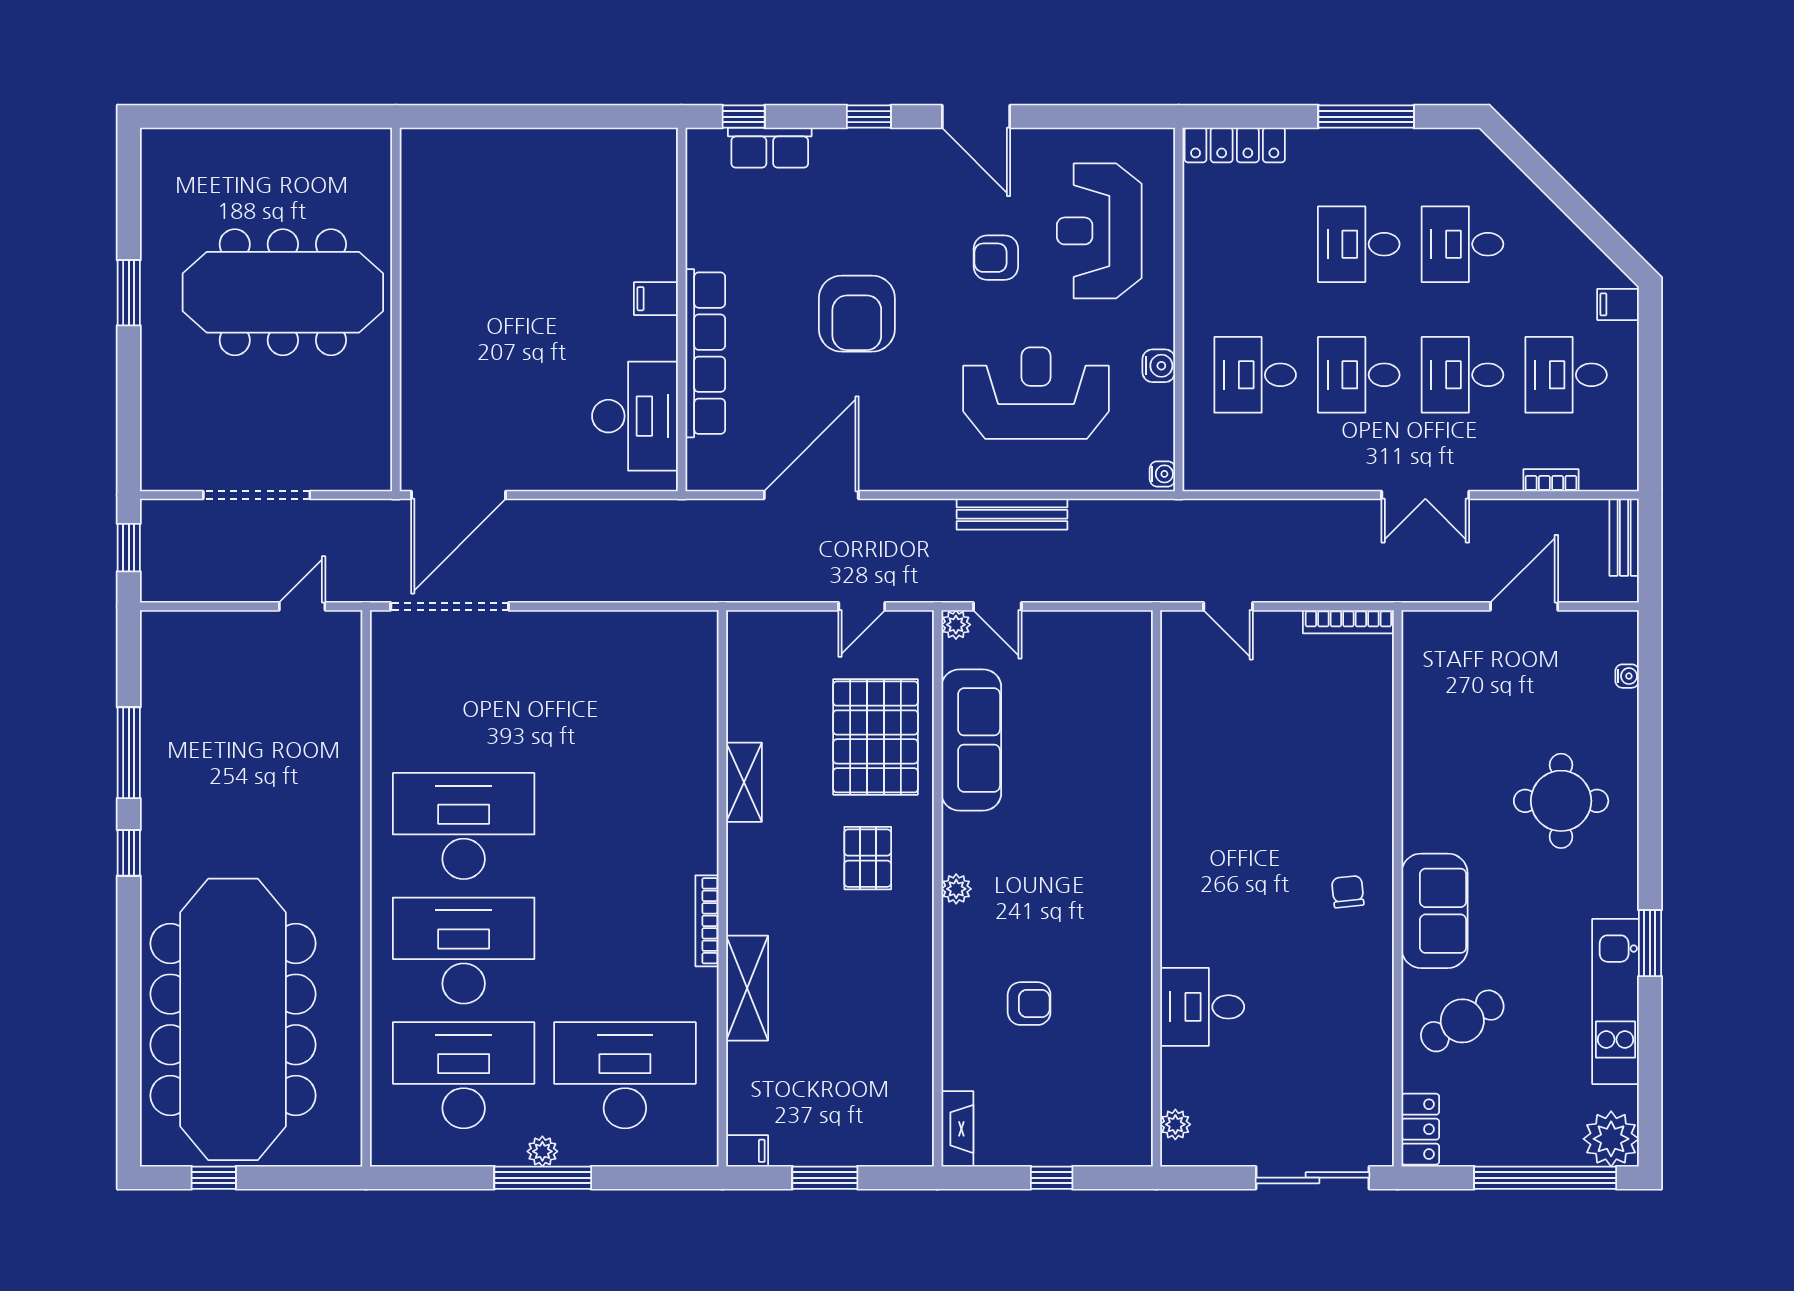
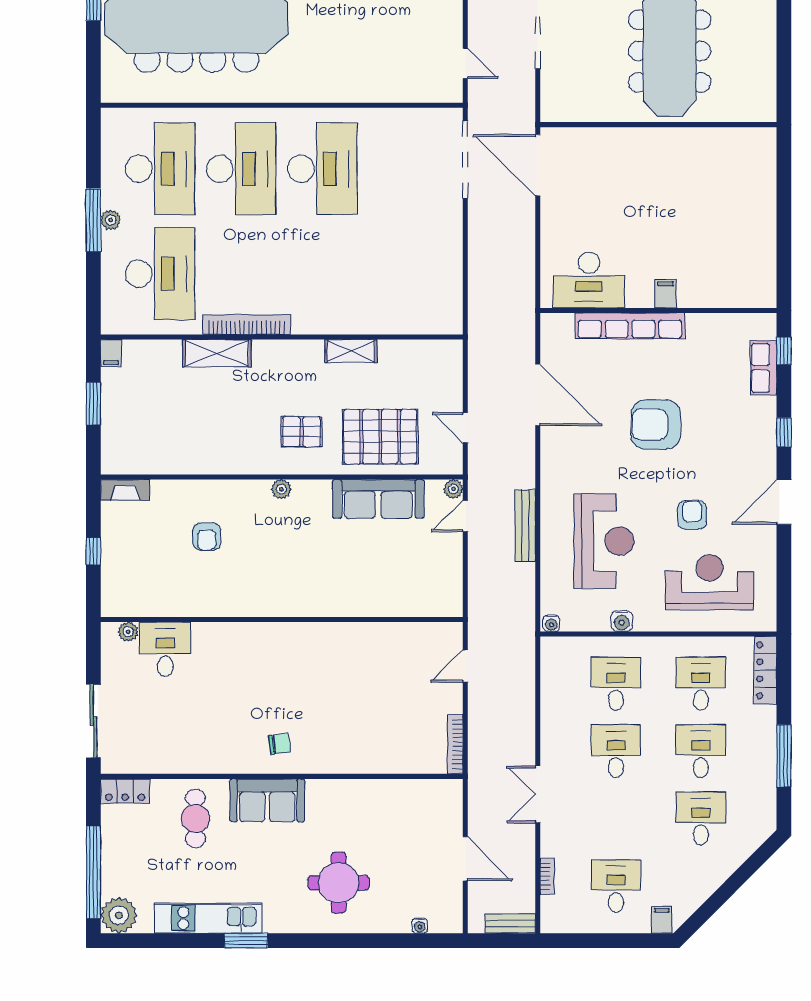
desk: (1462, 375) -> (701, 684), moved
bookcase: (707, 921) -> (246, 325), width x1.48, depth x1.31
desk: (1202, 1007) -> (165, 649), moved
cafe table: (1462, 1021) -> (196, 818), turned 30

